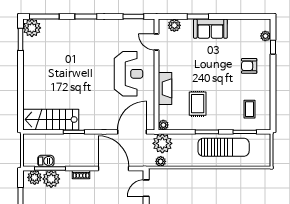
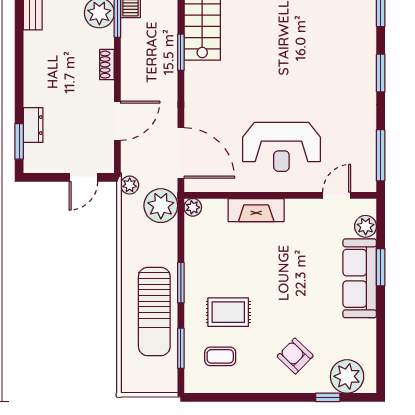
window: (133, 17) -> (381, 155), width x1.44
sofa: (210, 29) -> (360, 278), width x1.36
plant: (265, 36) -> (347, 376), width x1.88, depth x1.88
armchair: (249, 66) -> (295, 356), turned -46
rug: (198, 104) -> (228, 312), moved
plant: (161, 161) -> (130, 185), moved
door: (114, 168) -> (117, 121), width x0.73
door: (146, 188) -> (83, 177), swing flipped

